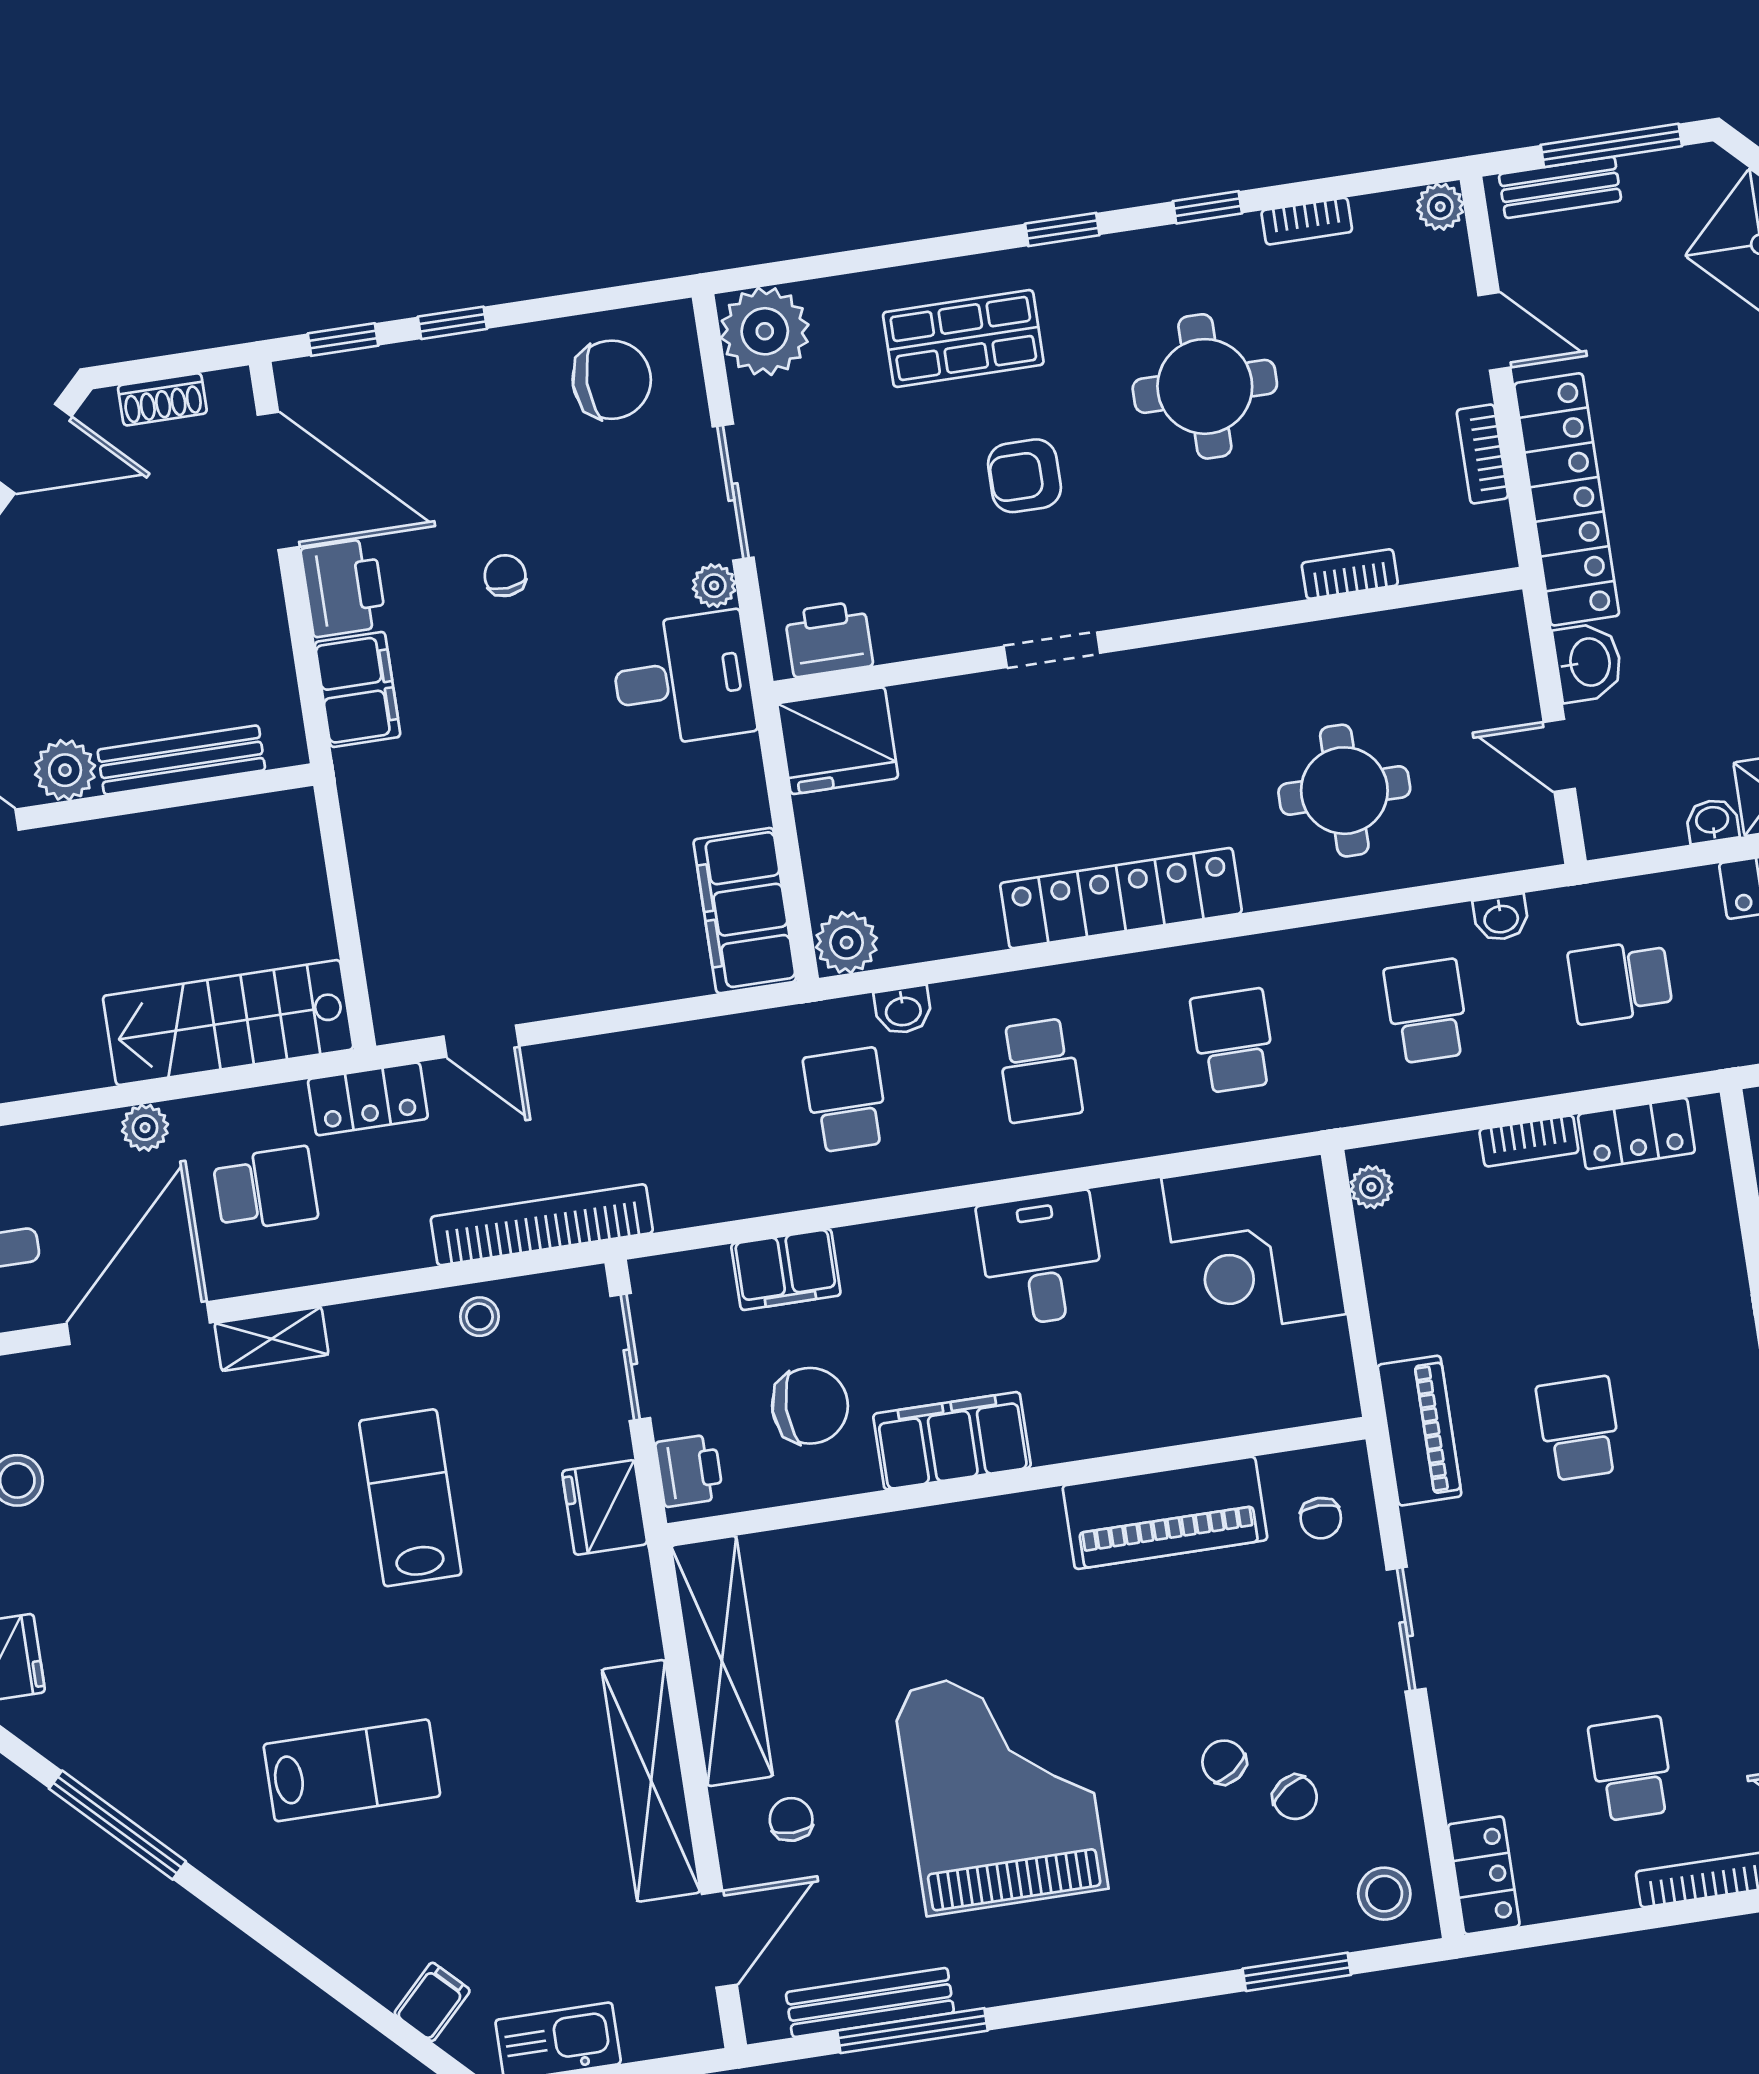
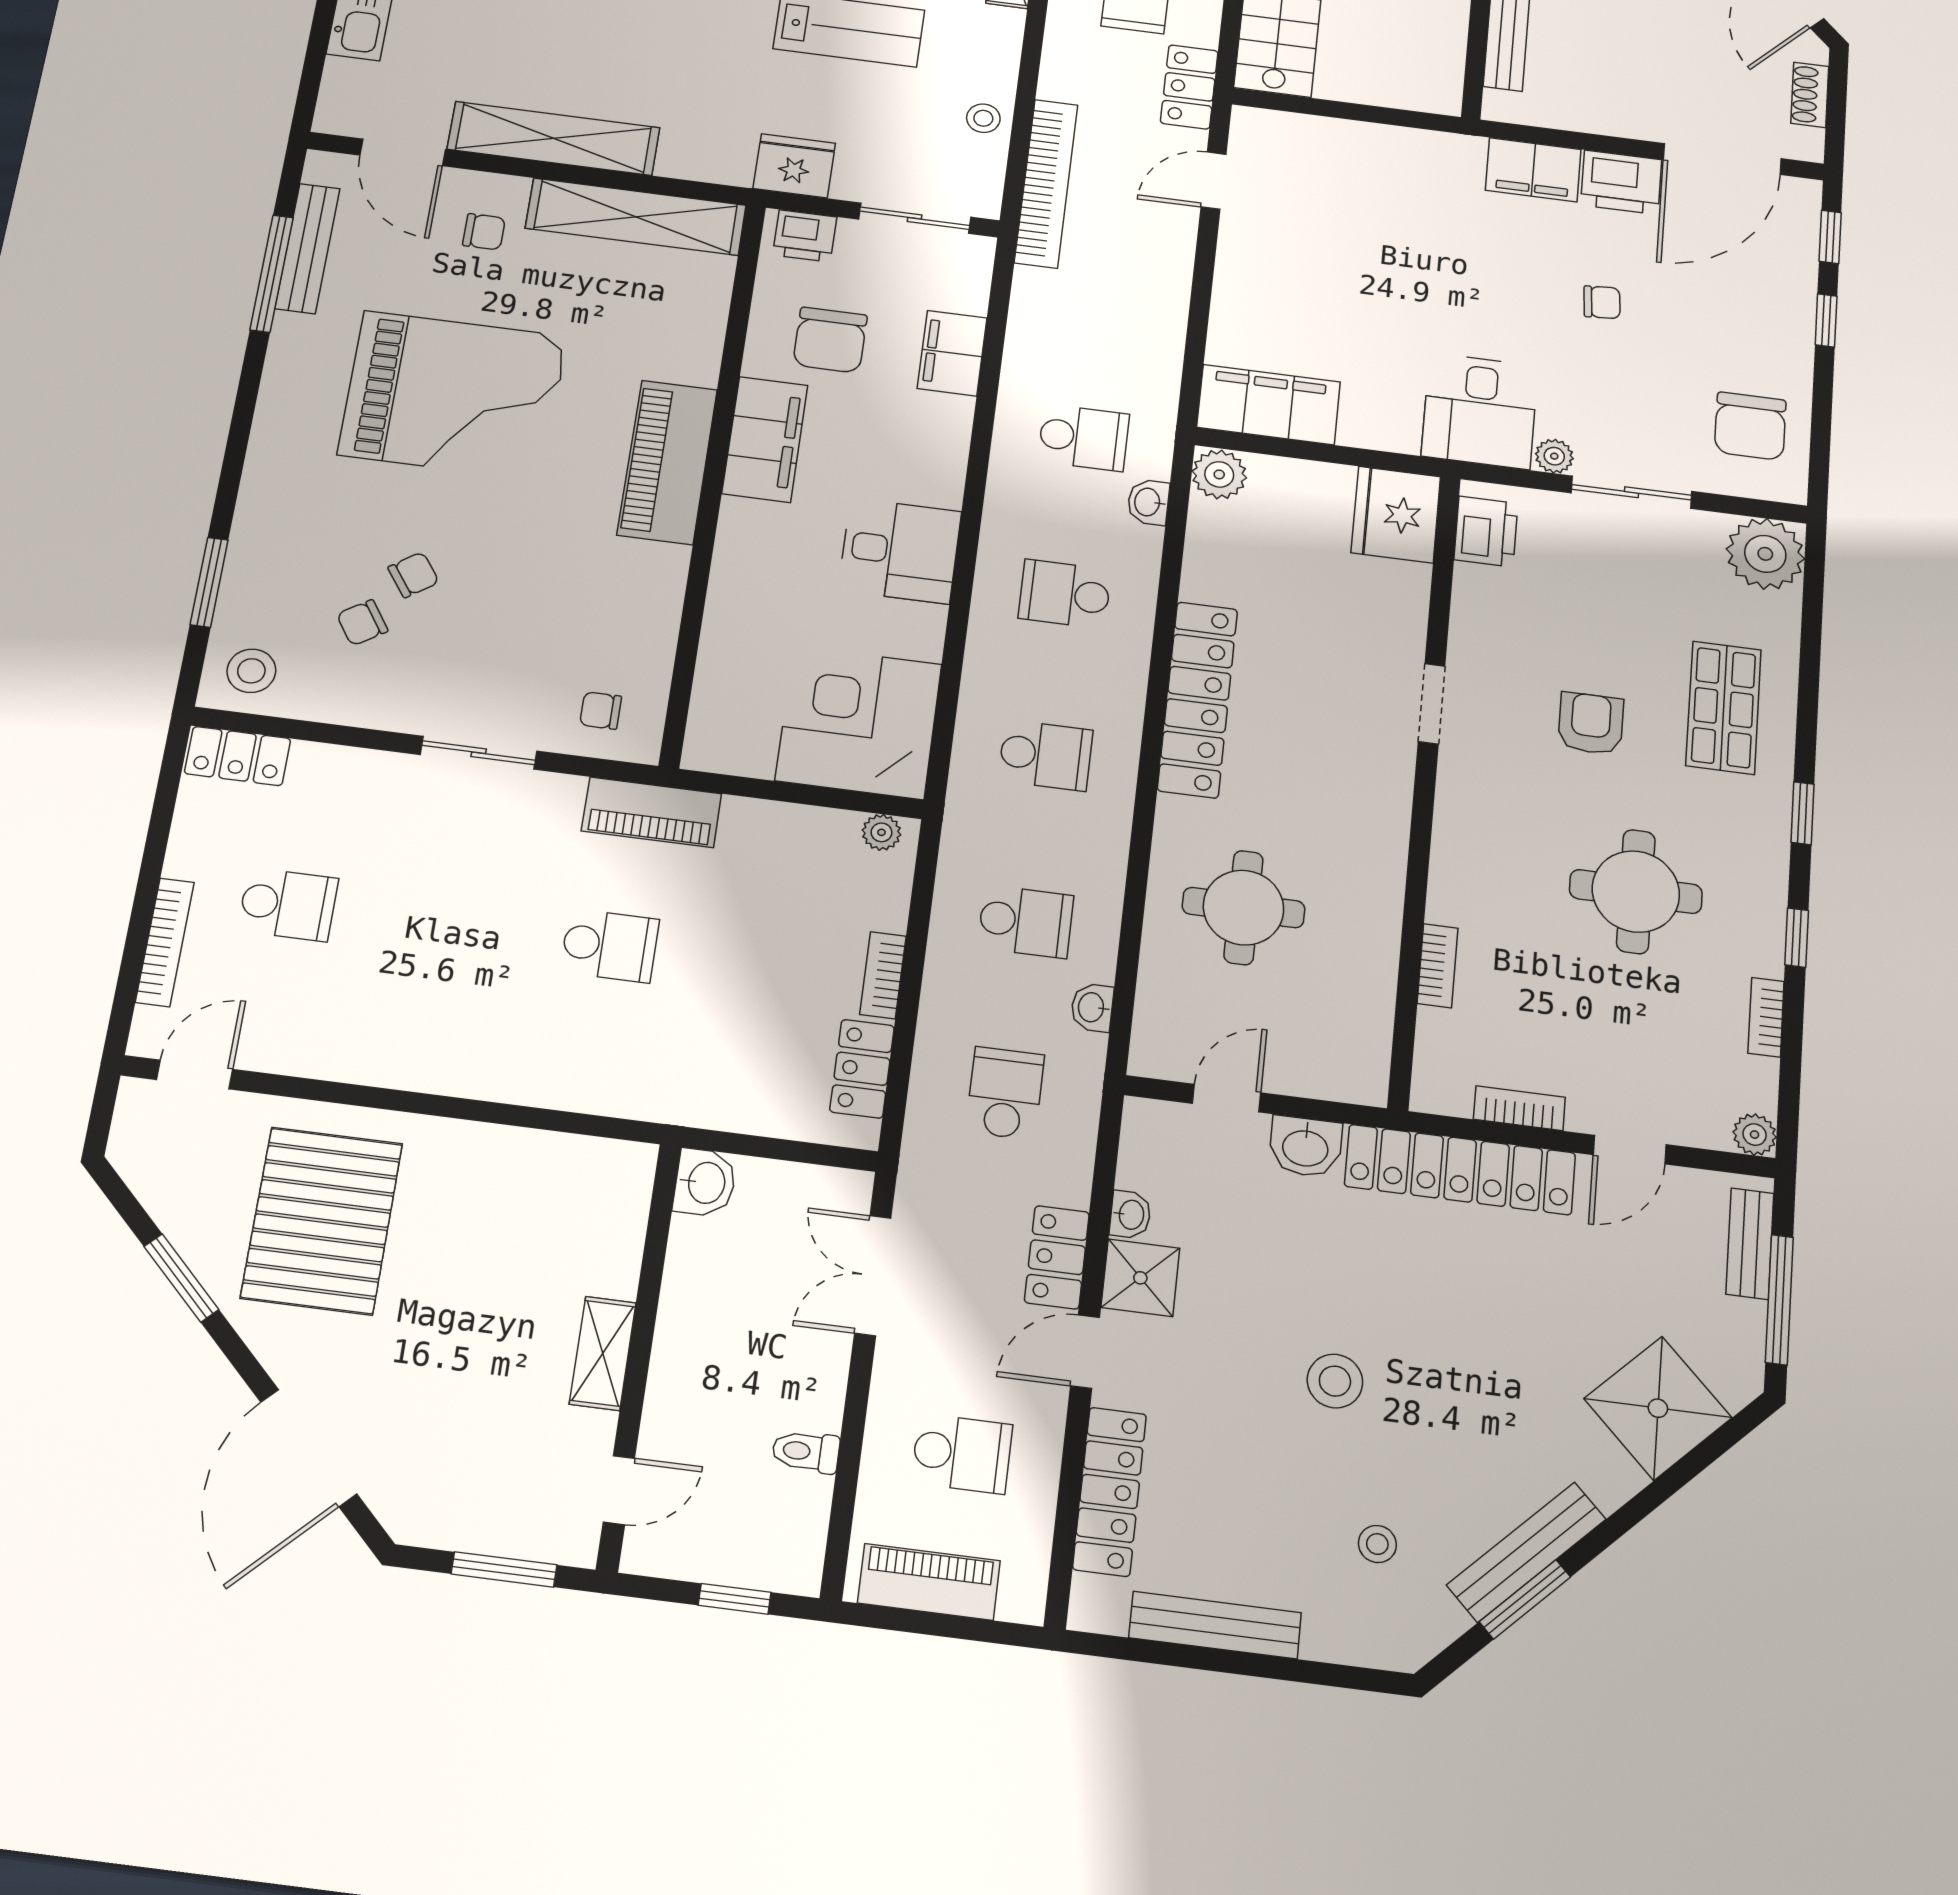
piano: (1165, 1513) -> (667, 462), moved

